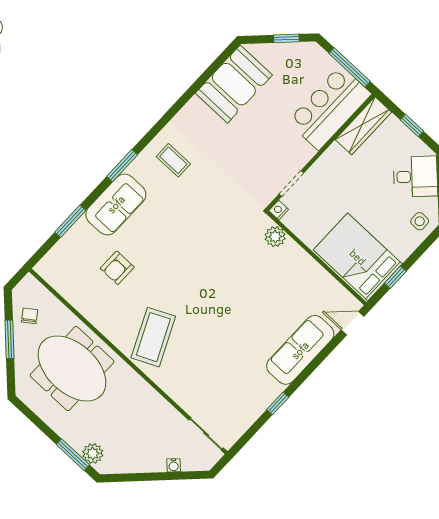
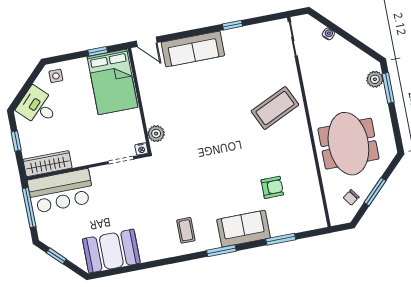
coffee table: (153, 337) -> (275, 108), moved

